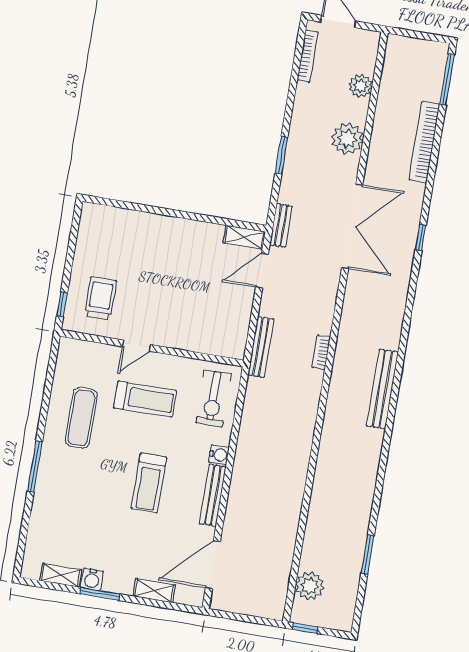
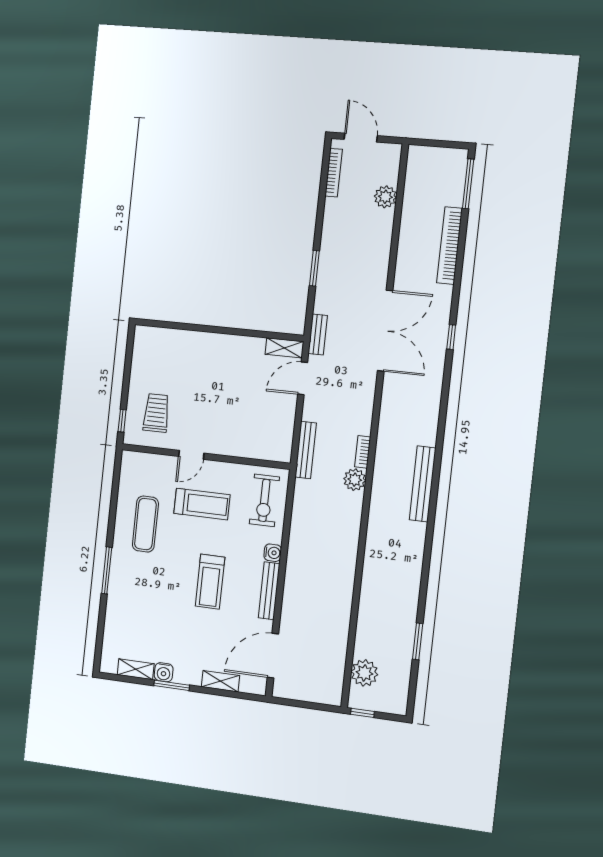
plant: (347, 139) -> (355, 480), moved, width x0.73, depth x0.73

